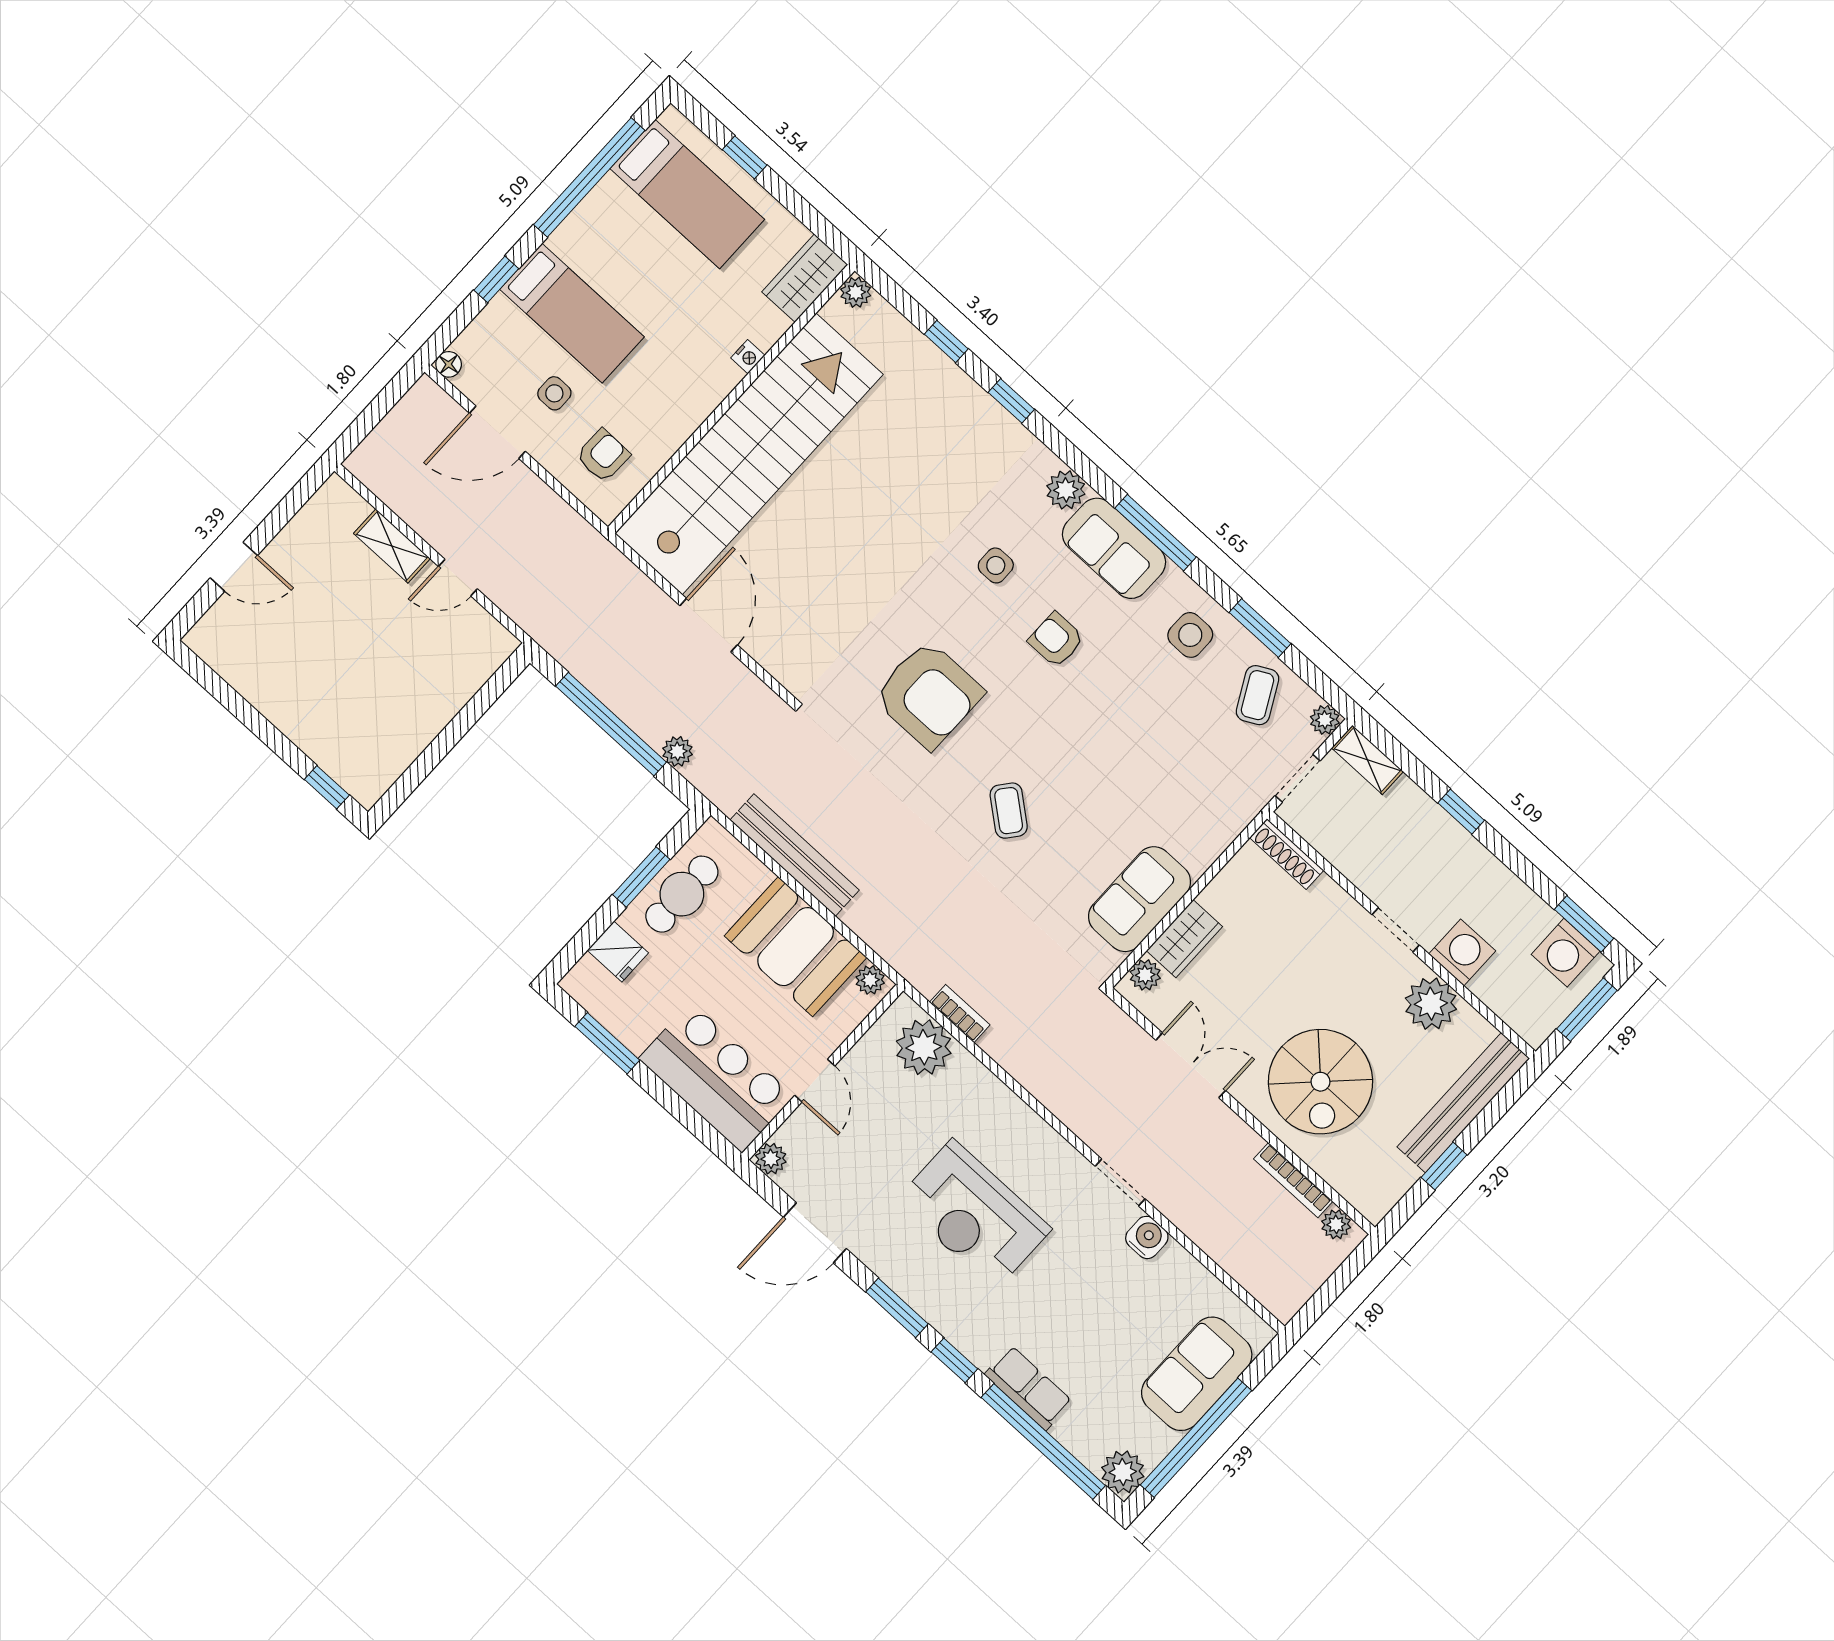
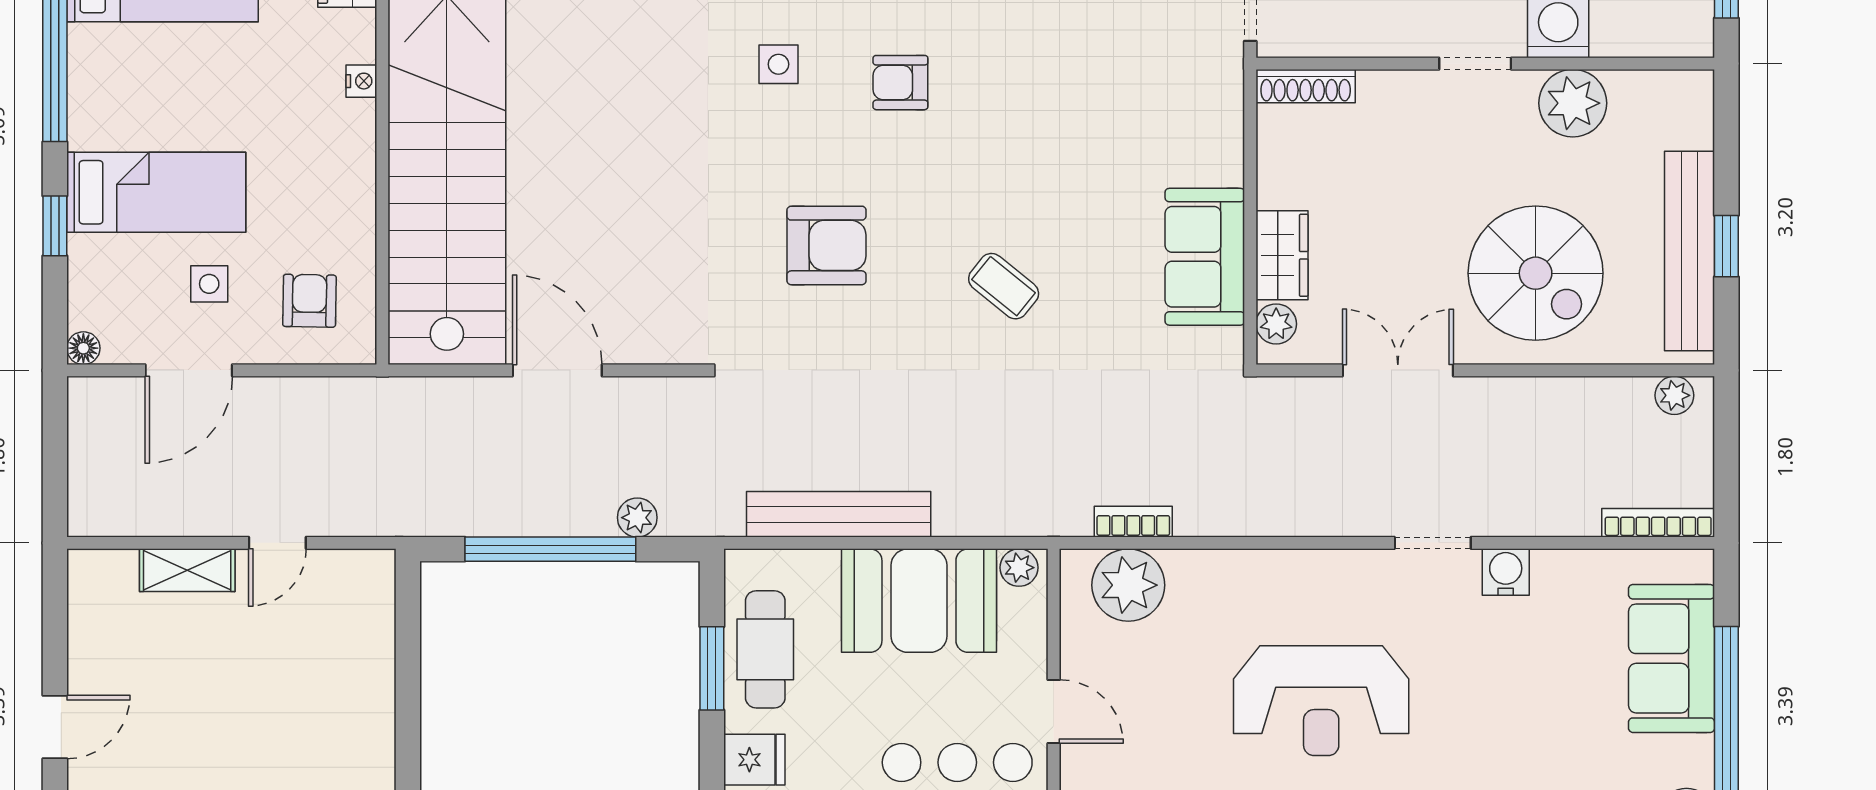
armchair: (928, 695) -> (826, 245), width x0.73, depth x0.73
bench: (1463, 1103) -> (1690, 251), moved
bookcase: (1293, 1180) -> (1658, 523), moved, turned 180

